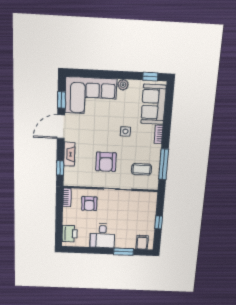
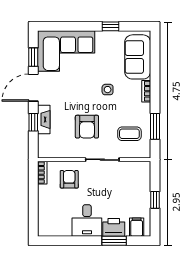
window: (150, 77) -> (111, 26), moved
plant: (123, 85) -> (102, 37), removed
window: (164, 164) -> (155, 126), width x0.69
window: (60, 168) -> (33, 122), moved
armchair: (89, 204) -> (69, 179), turned 180
printer: (70, 234) -> (114, 227), moved, turned -90

